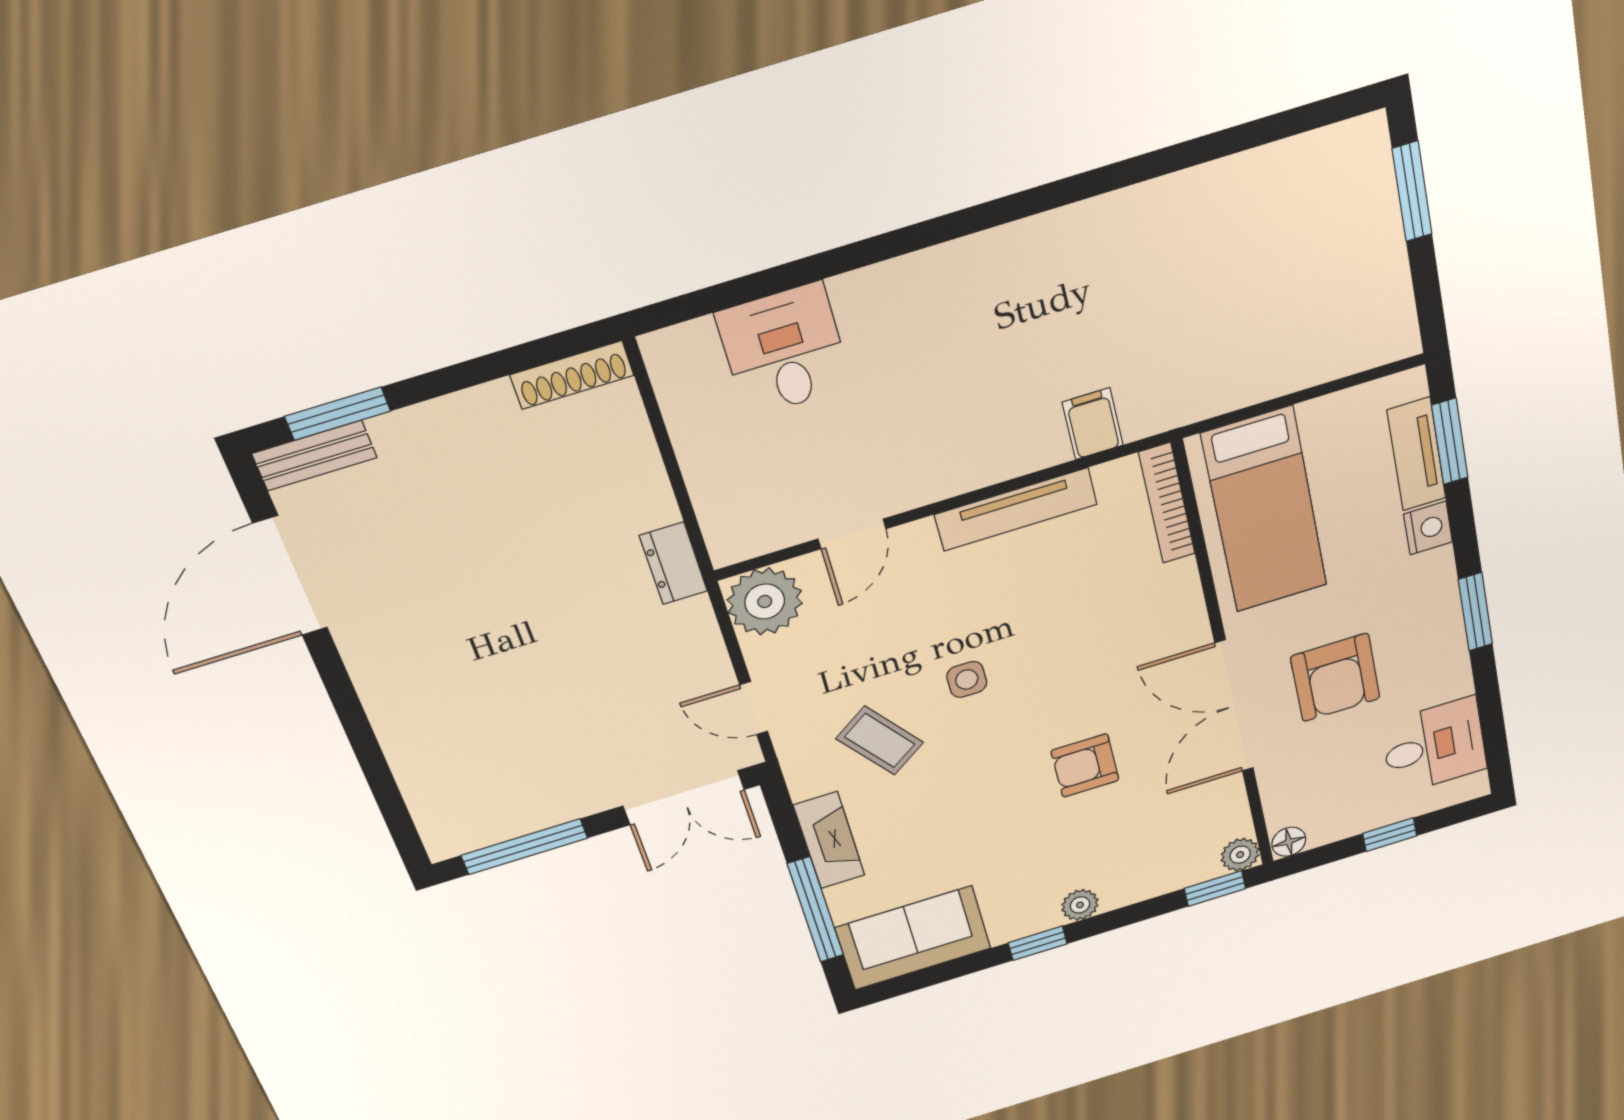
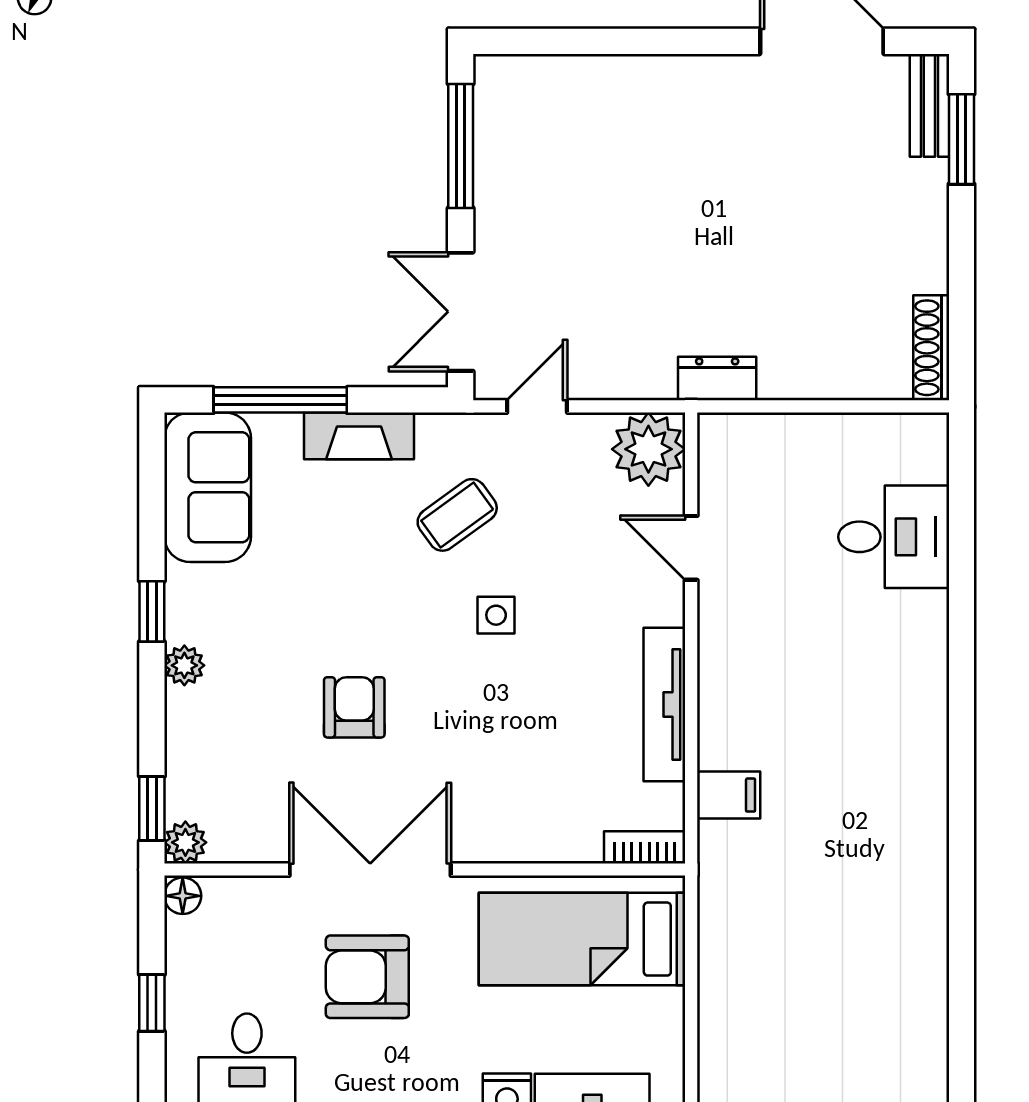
bookcase: (1167, 503) -> (645, 847), width x0.64

